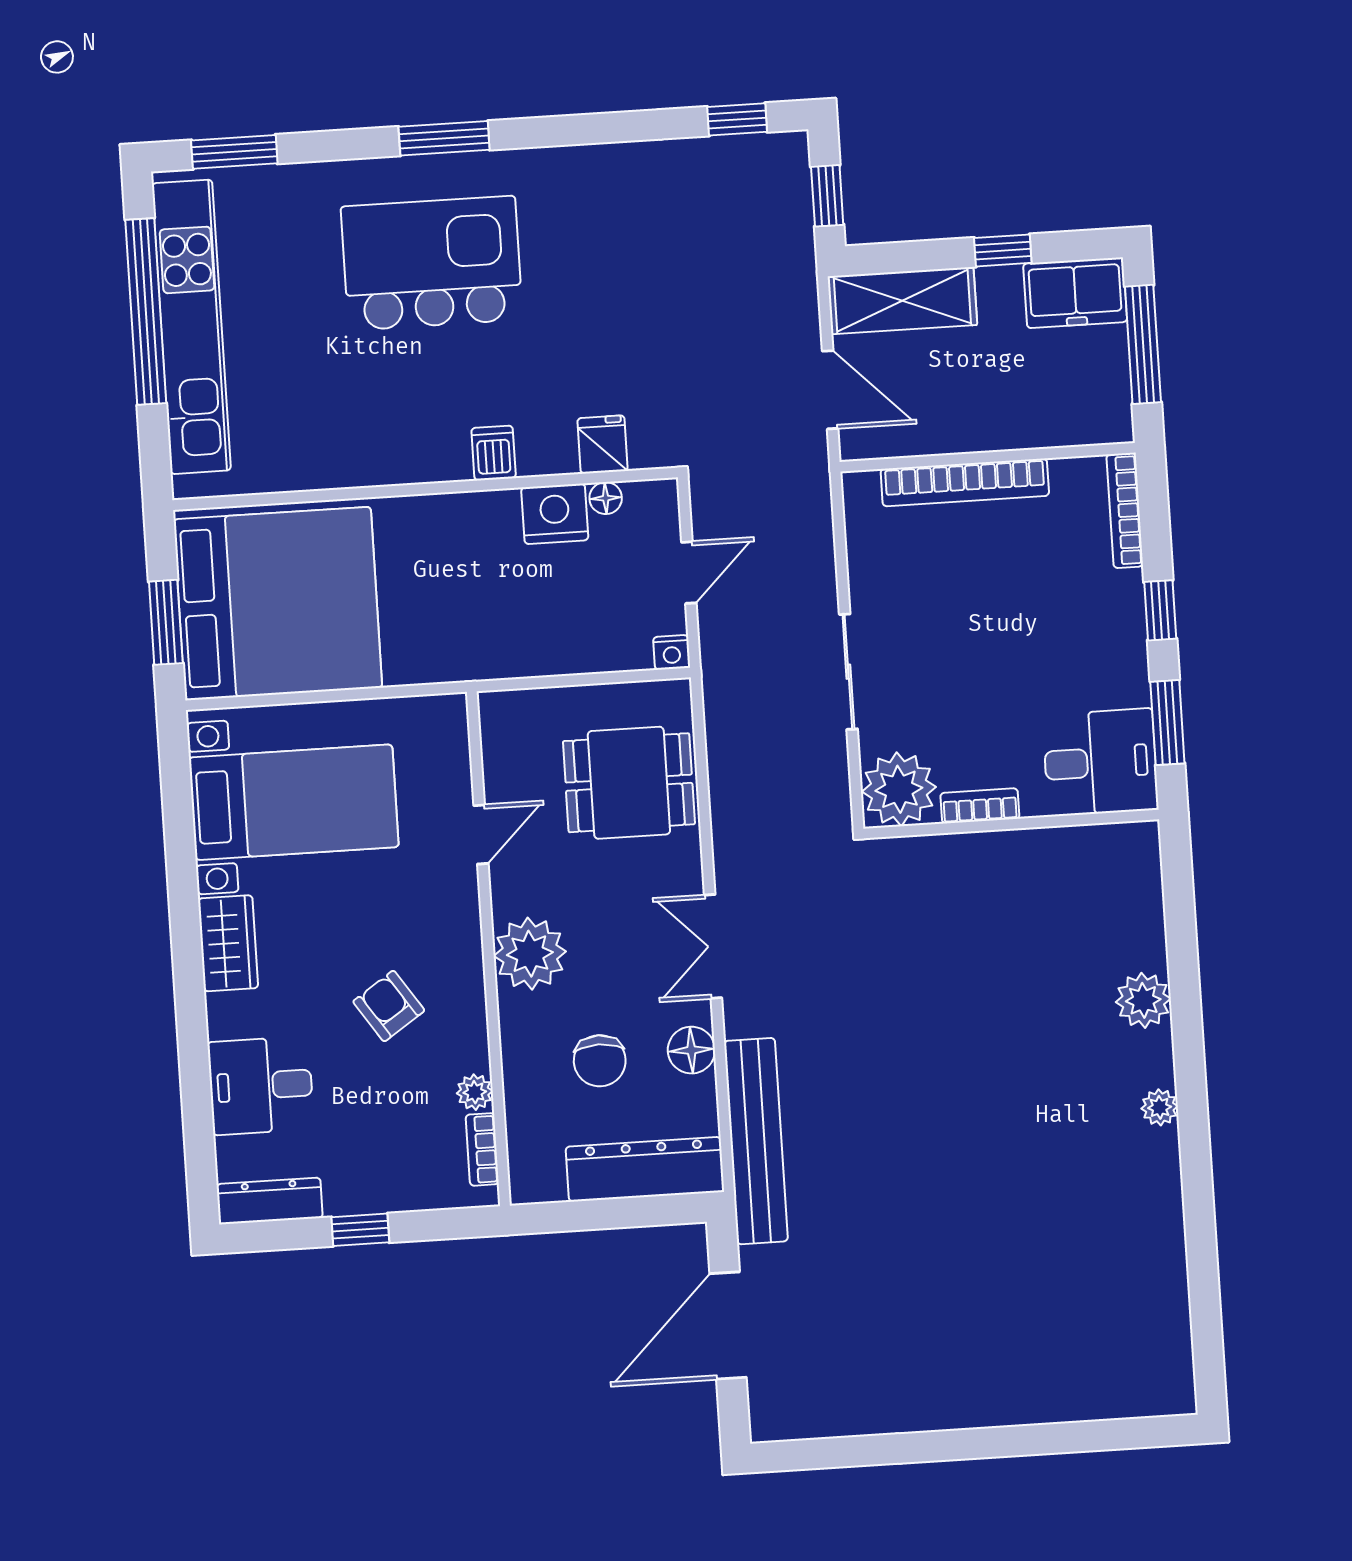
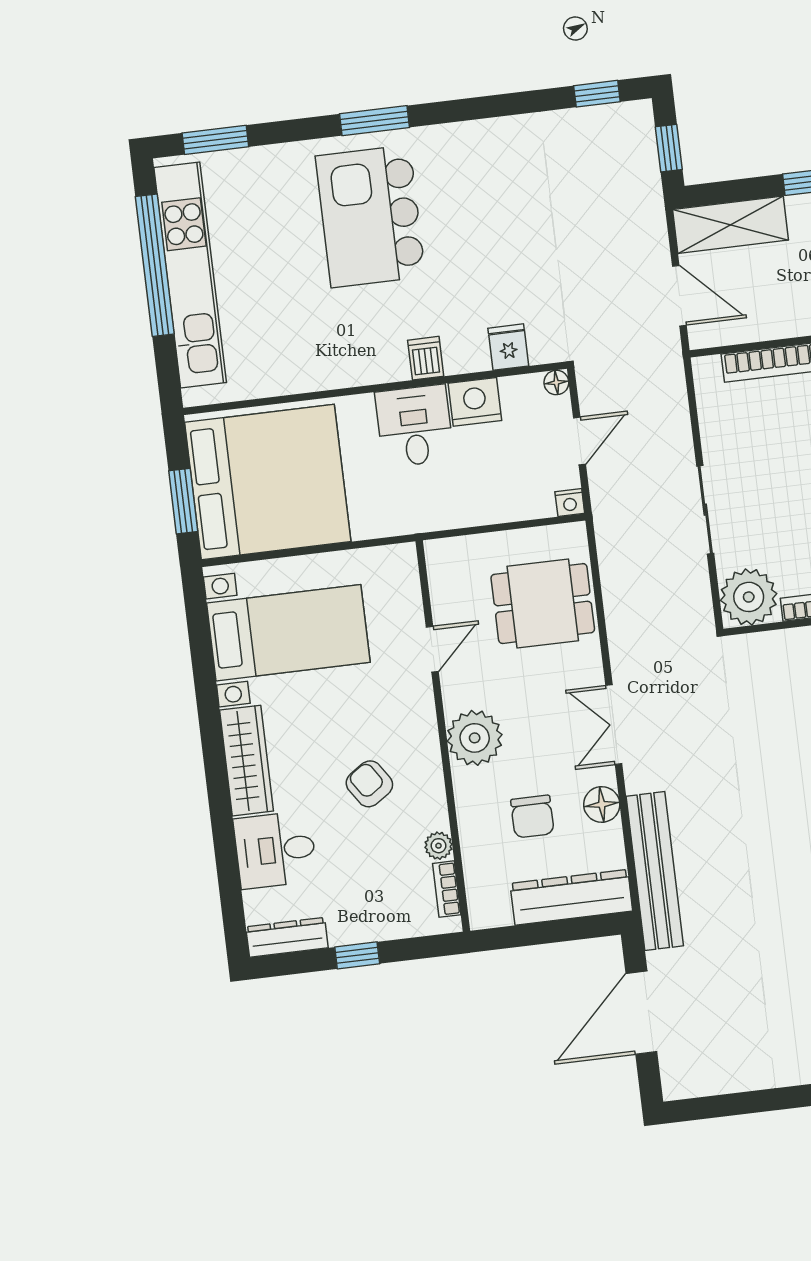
kitchen island: (432, 263) -> (370, 216), turned -90
floor lamp: (606, 498) -> (556, 382), moved
desk: (474, 541) -> (414, 426), added
wardrobe: (228, 943) -> (246, 761), width x1.50

